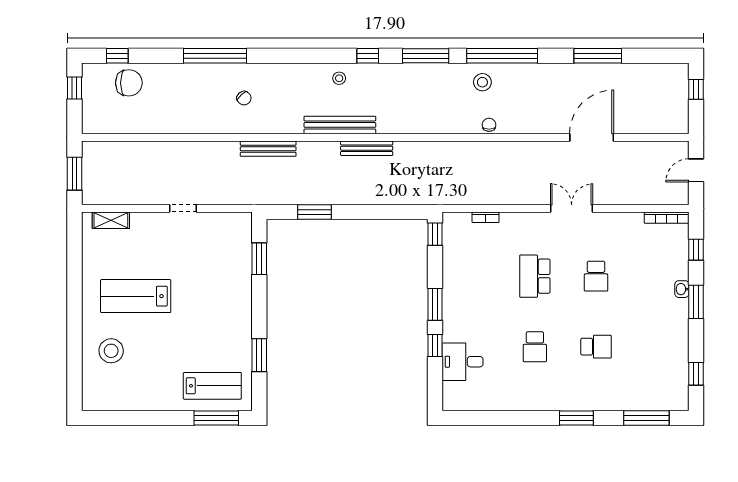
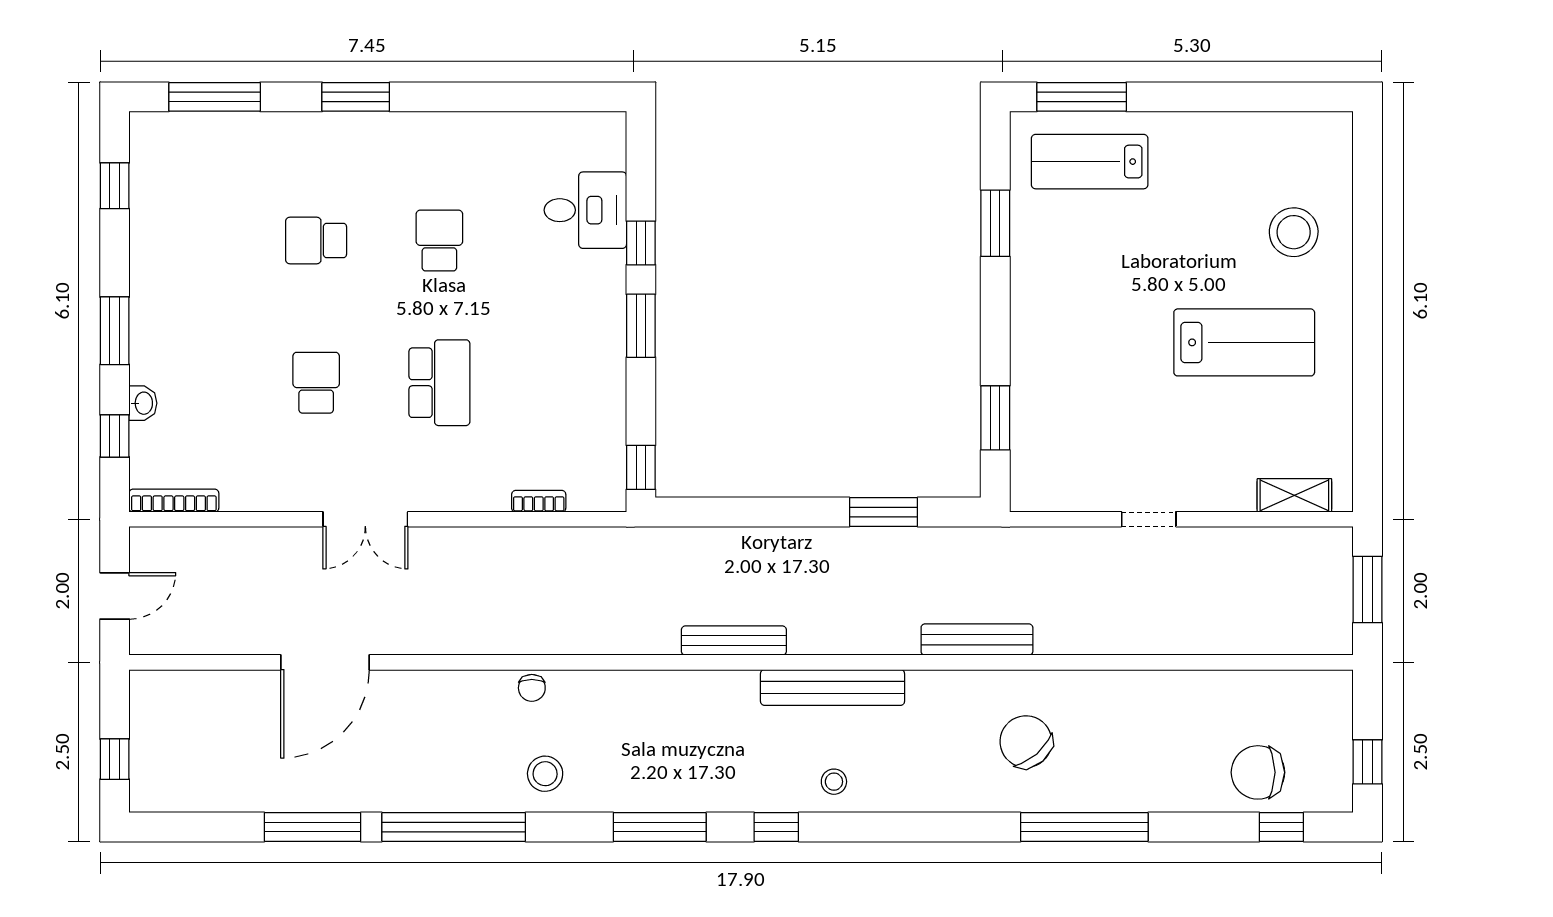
window: (502, 56) -> (454, 827), moved
chair: (244, 98) -> (1026, 742), width x1.87, depth x1.87
bench: (367, 148) -> (734, 641), moved
washbasin: (682, 289) -> (143, 403), moved

